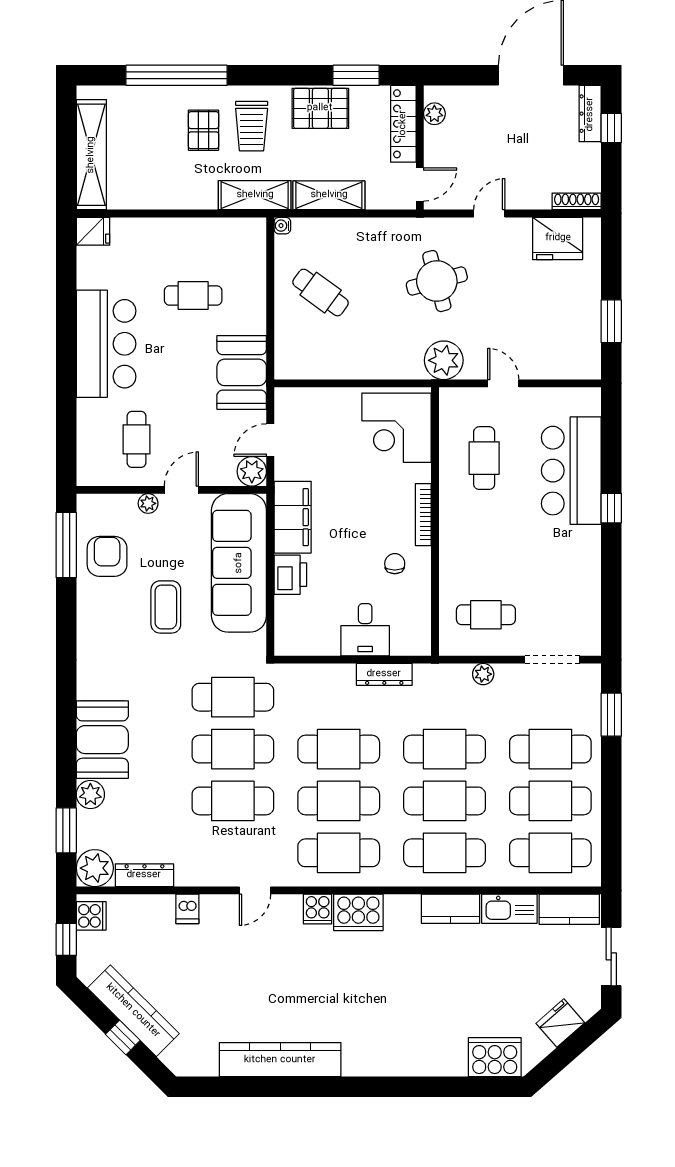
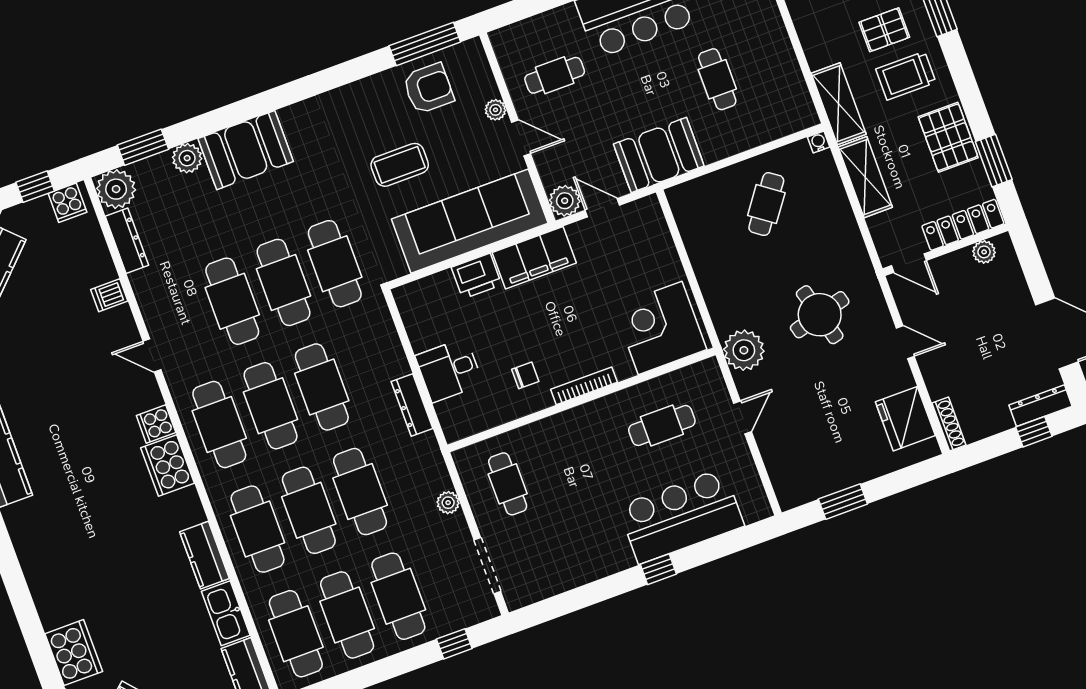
window: (611, 715) -> (454, 644), width x0.67

